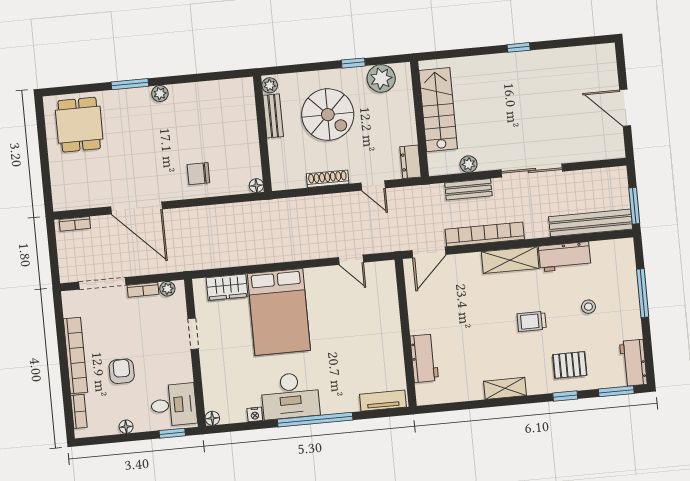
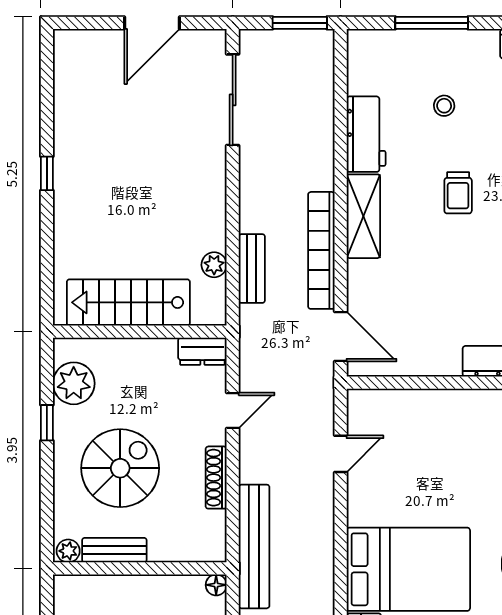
sliding door: (532, 171) -> (233, 100), moved
bench: (591, 223) -> (254, 546), moved

